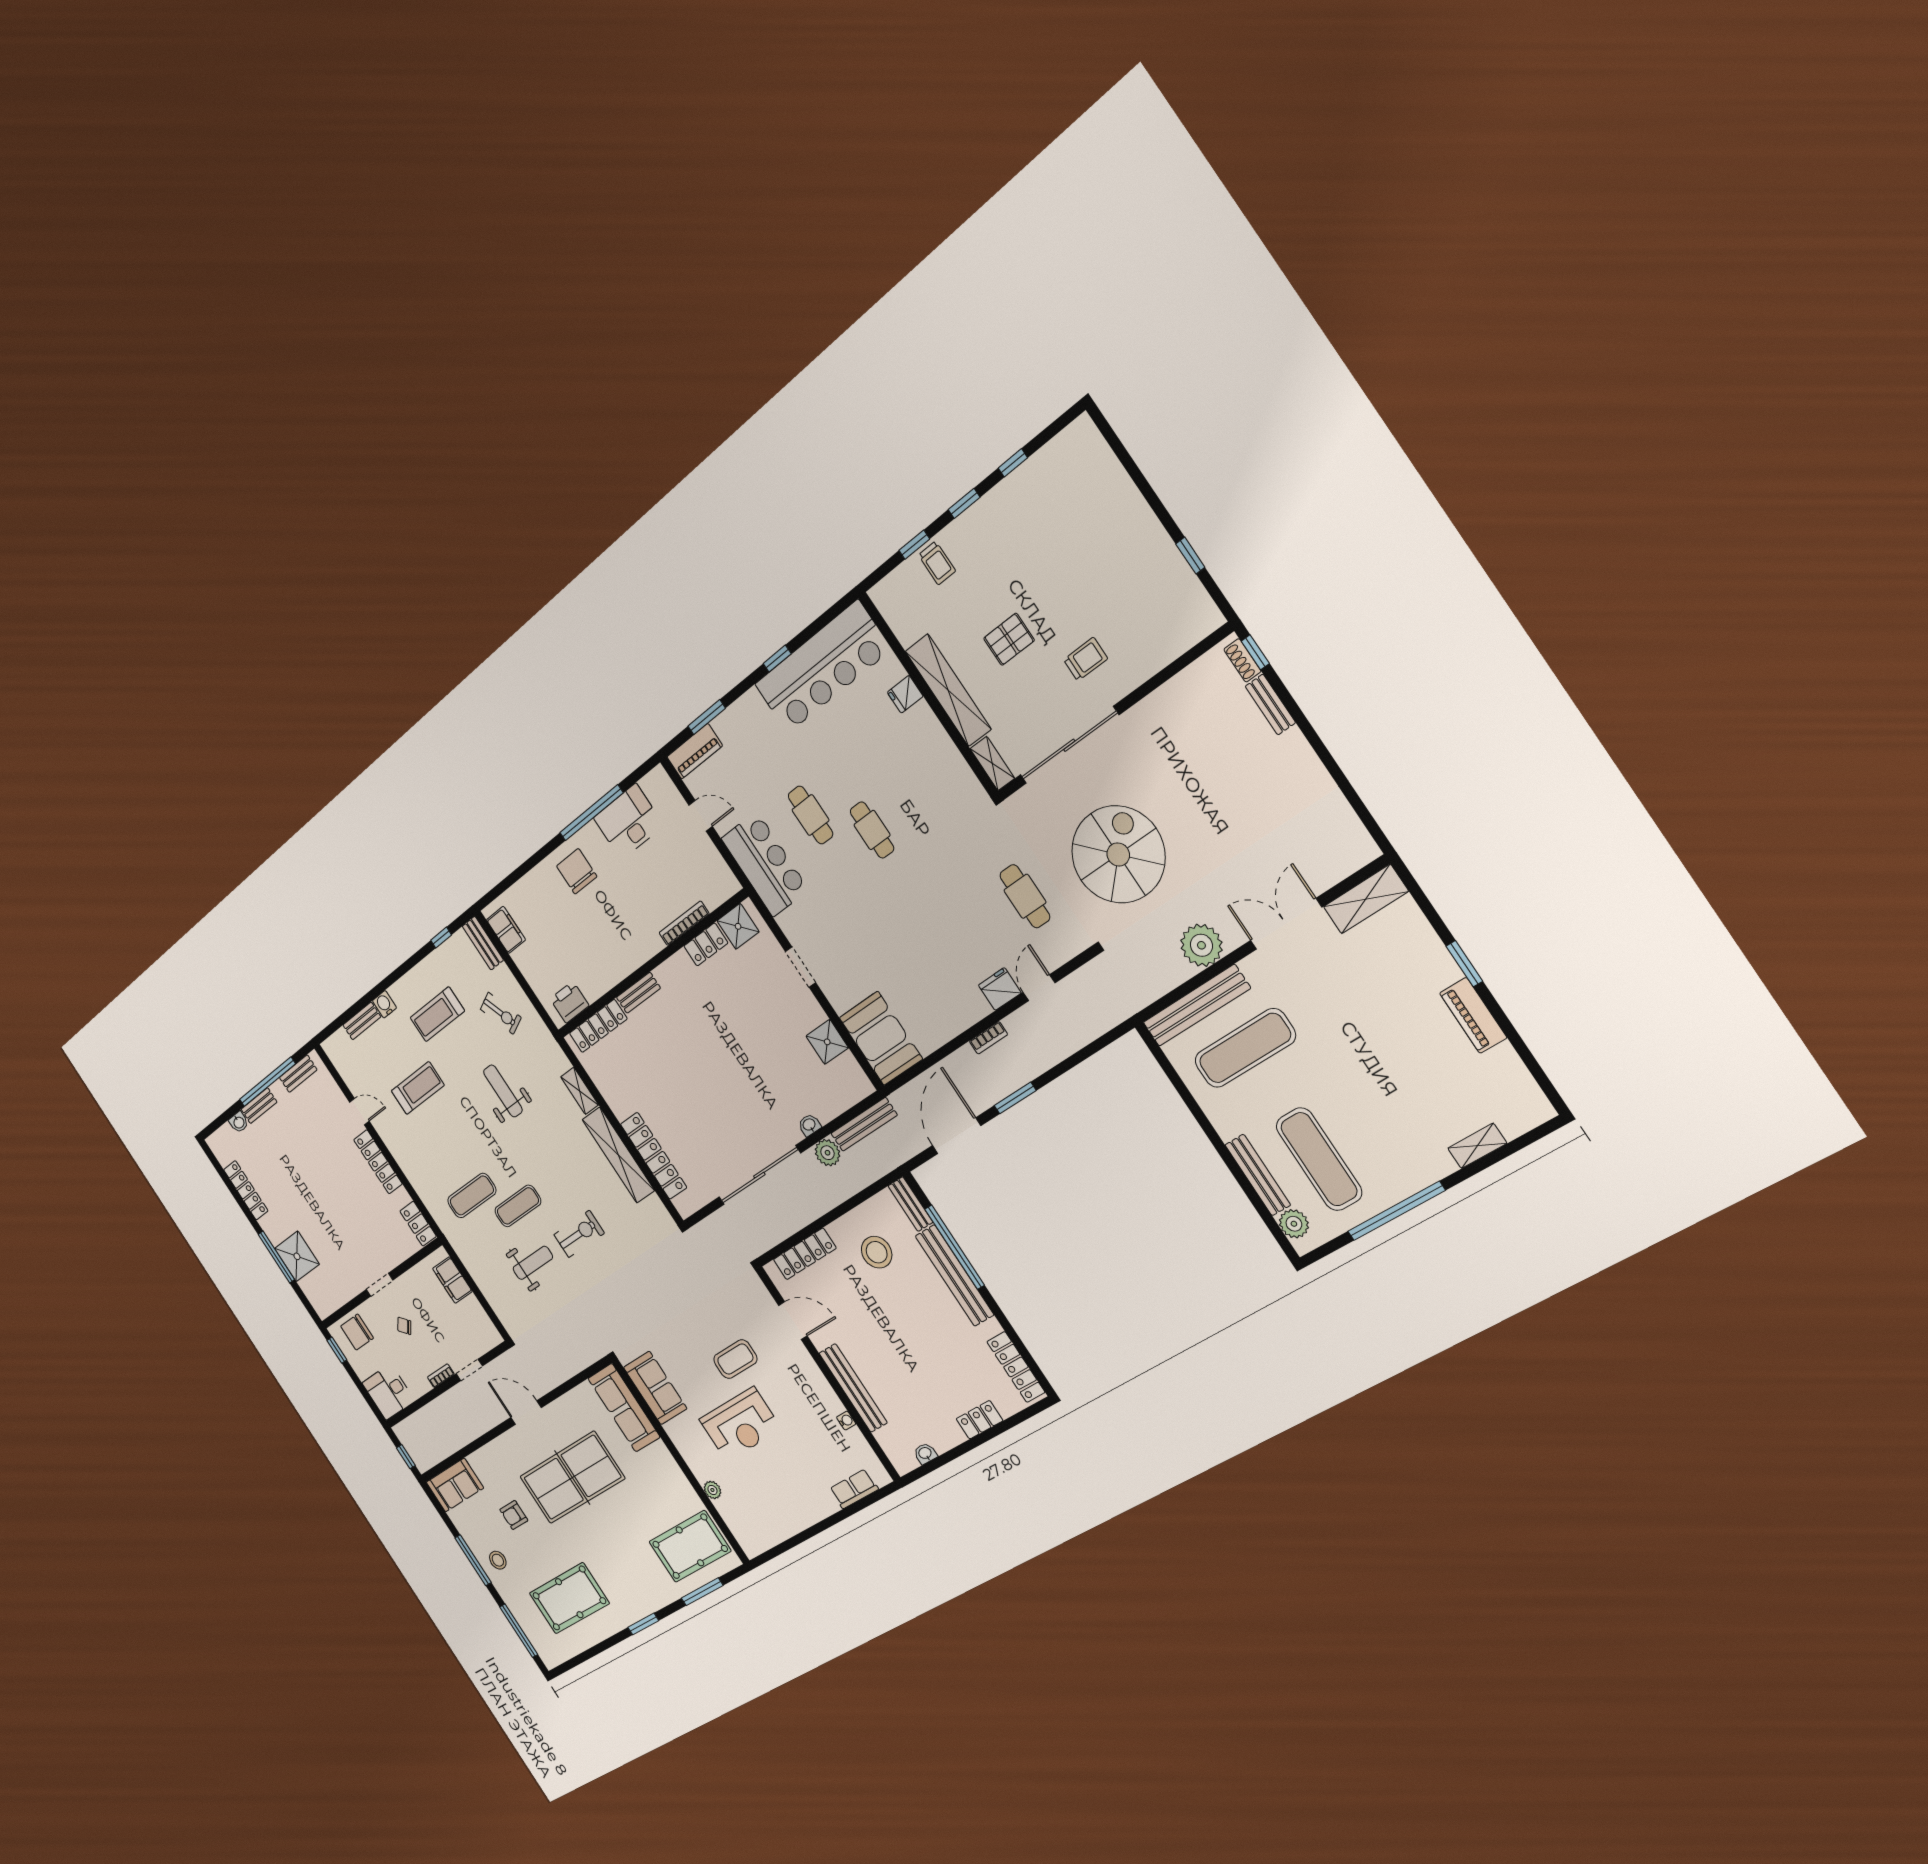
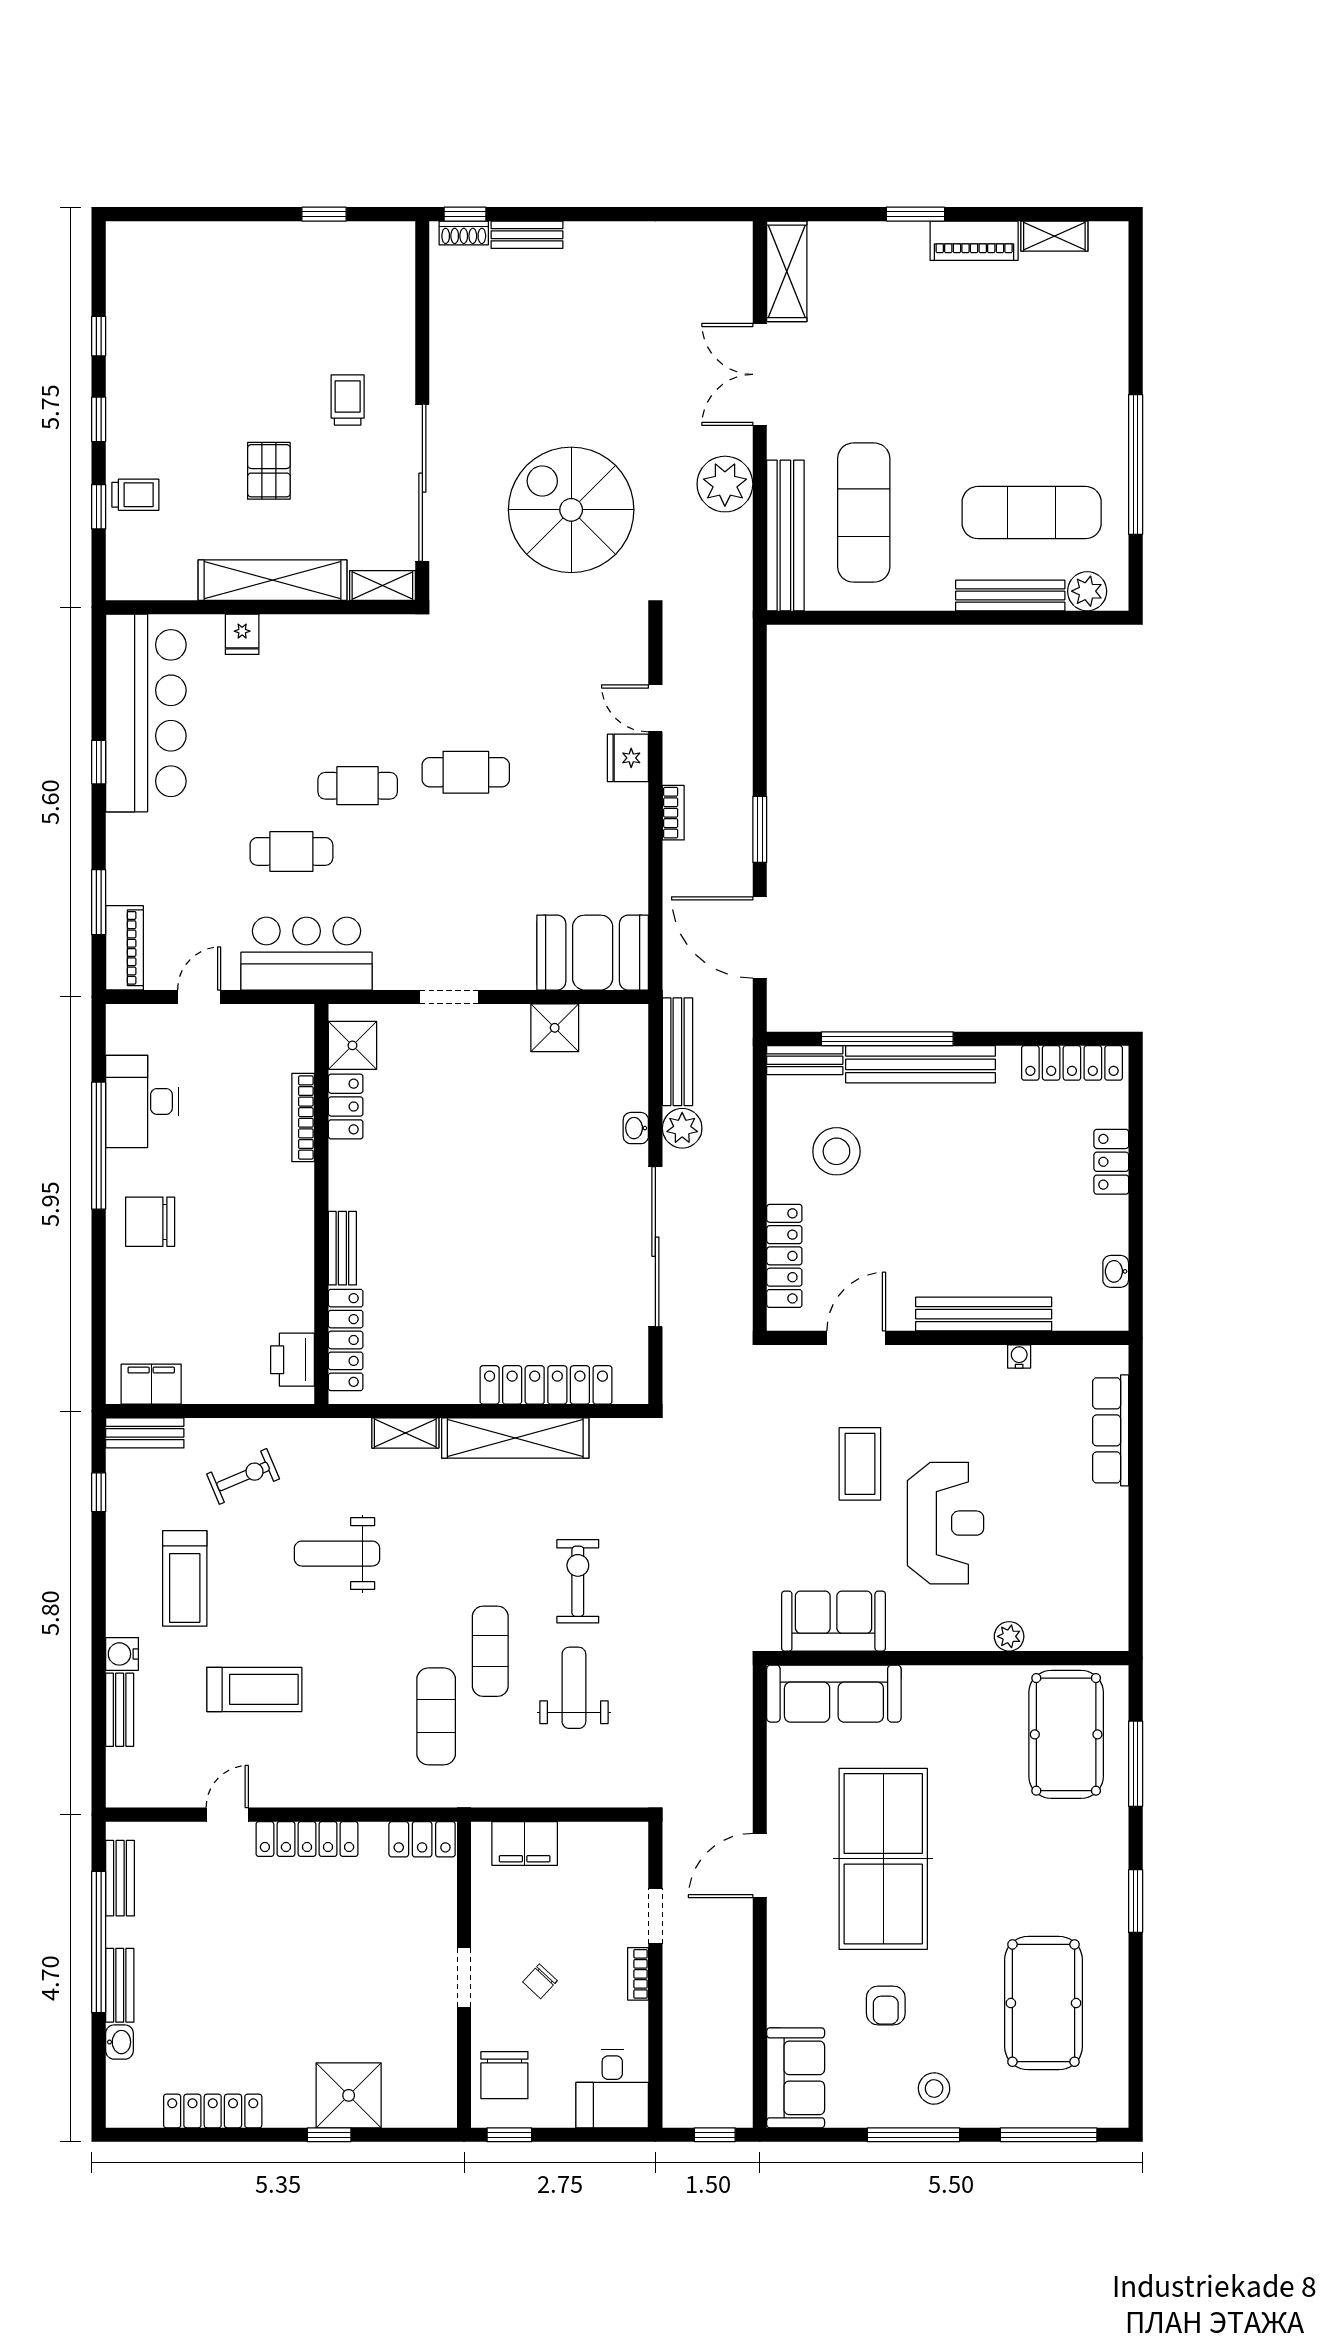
cafe table: (1025, 896) -> (466, 772), moved
treadmill: (418, 1088) -> (254, 1689), turned 90
shelving: (1477, 1146) -> (1054, 236), moved, turned 90
window: (276, 1257) -> (329, 2135), width x0.46
row of seats: (854, 1489) -> (1111, 1430), width x1.48

